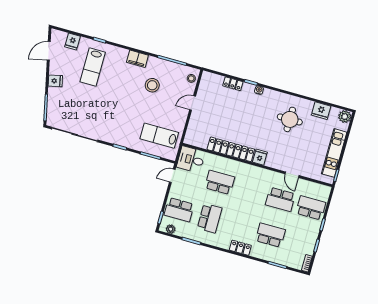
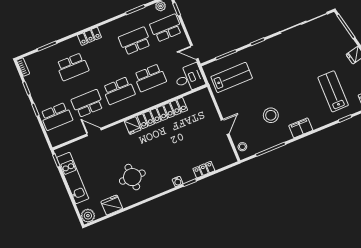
door: (172, 176) -> (194, 52), swing flipped
school desk: (250, 191) -> (119, 91), added
school desk: (210, 218) -> (135, 41), turned 90

